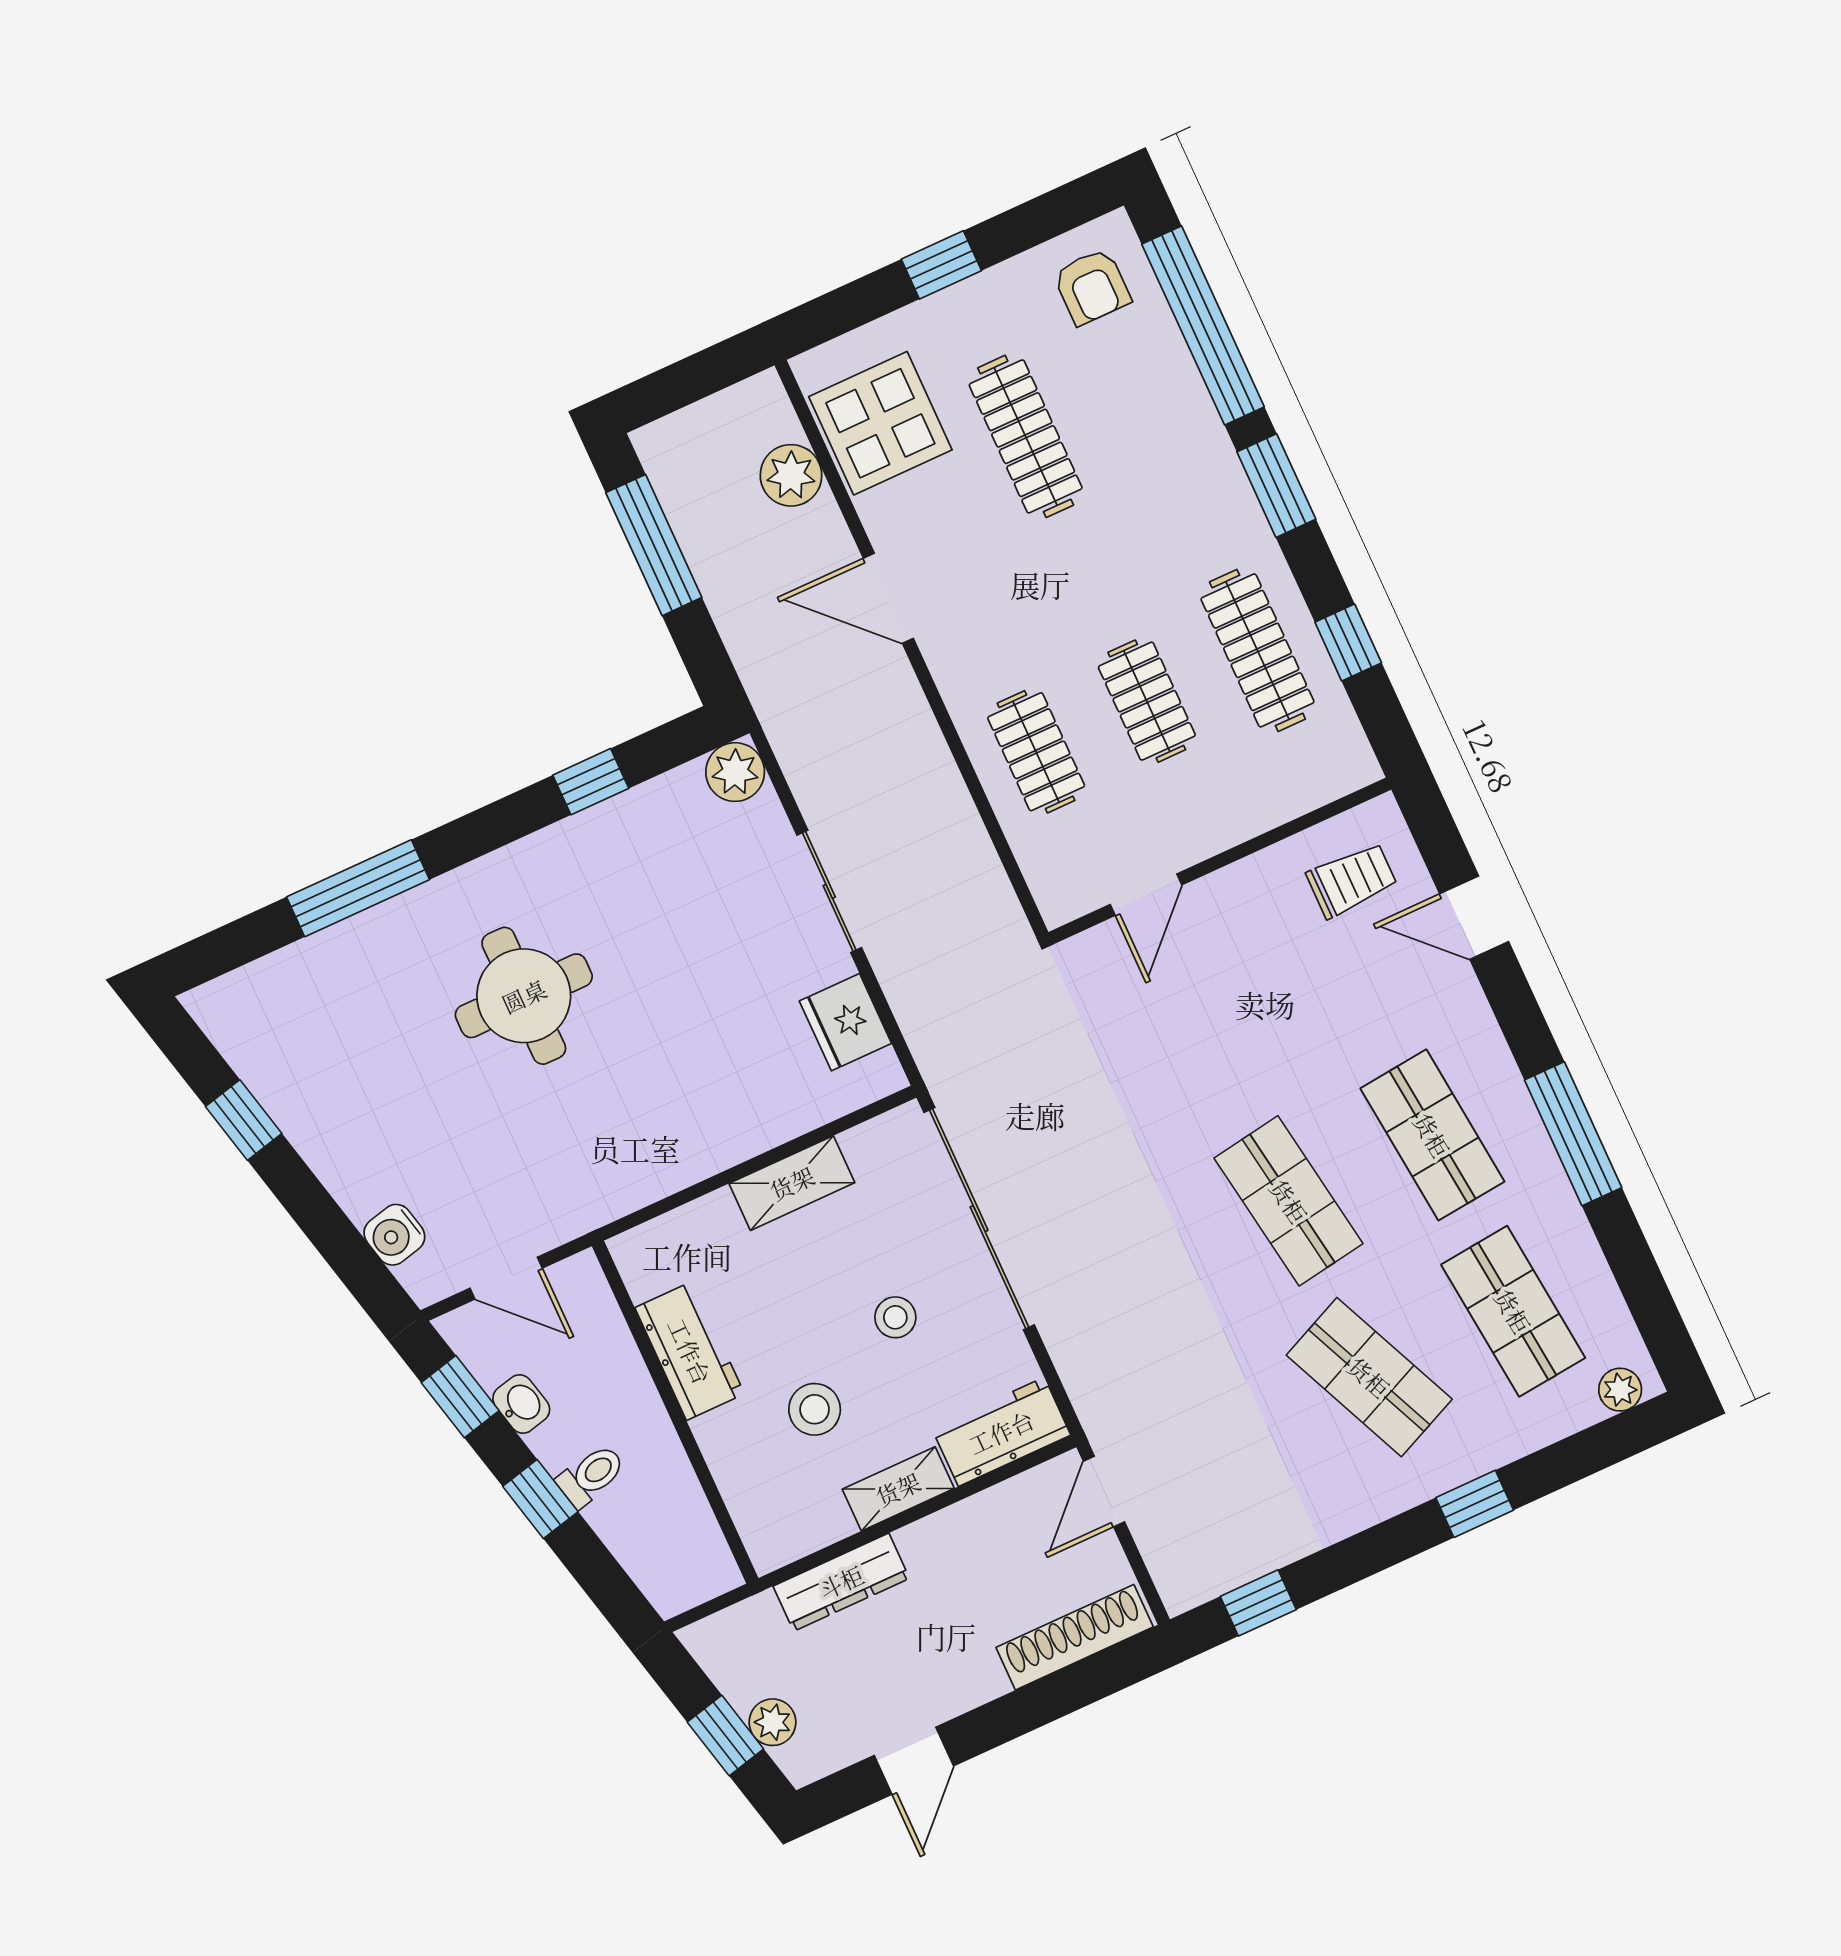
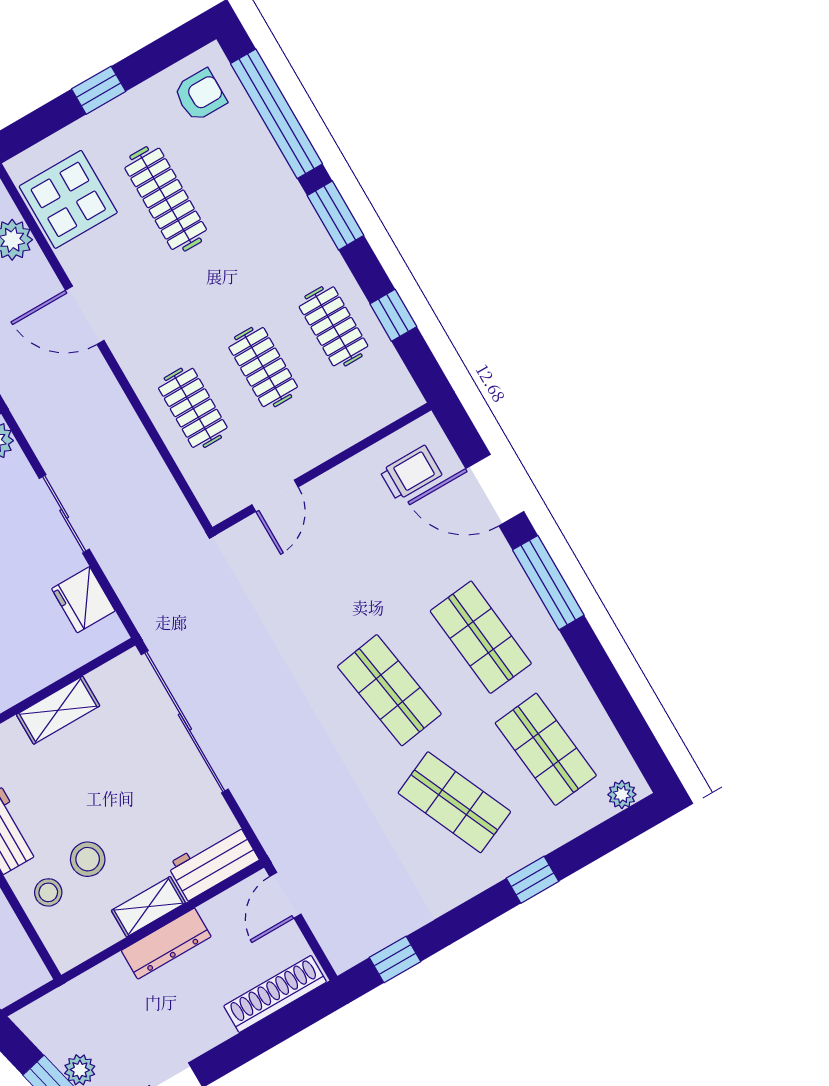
armchair: (1092, 287) -> (200, 95), turned -90
clothes rail: (1257, 650) -> (334, 326), width x0.73
door: (1474, 918) -> (495, 490), width x1.38
window: (1573, 1134) -> (548, 583), moved
stool: (895, 1317) -> (48, 892), moved
dresser: (841, 1582) -> (166, 944), moved

